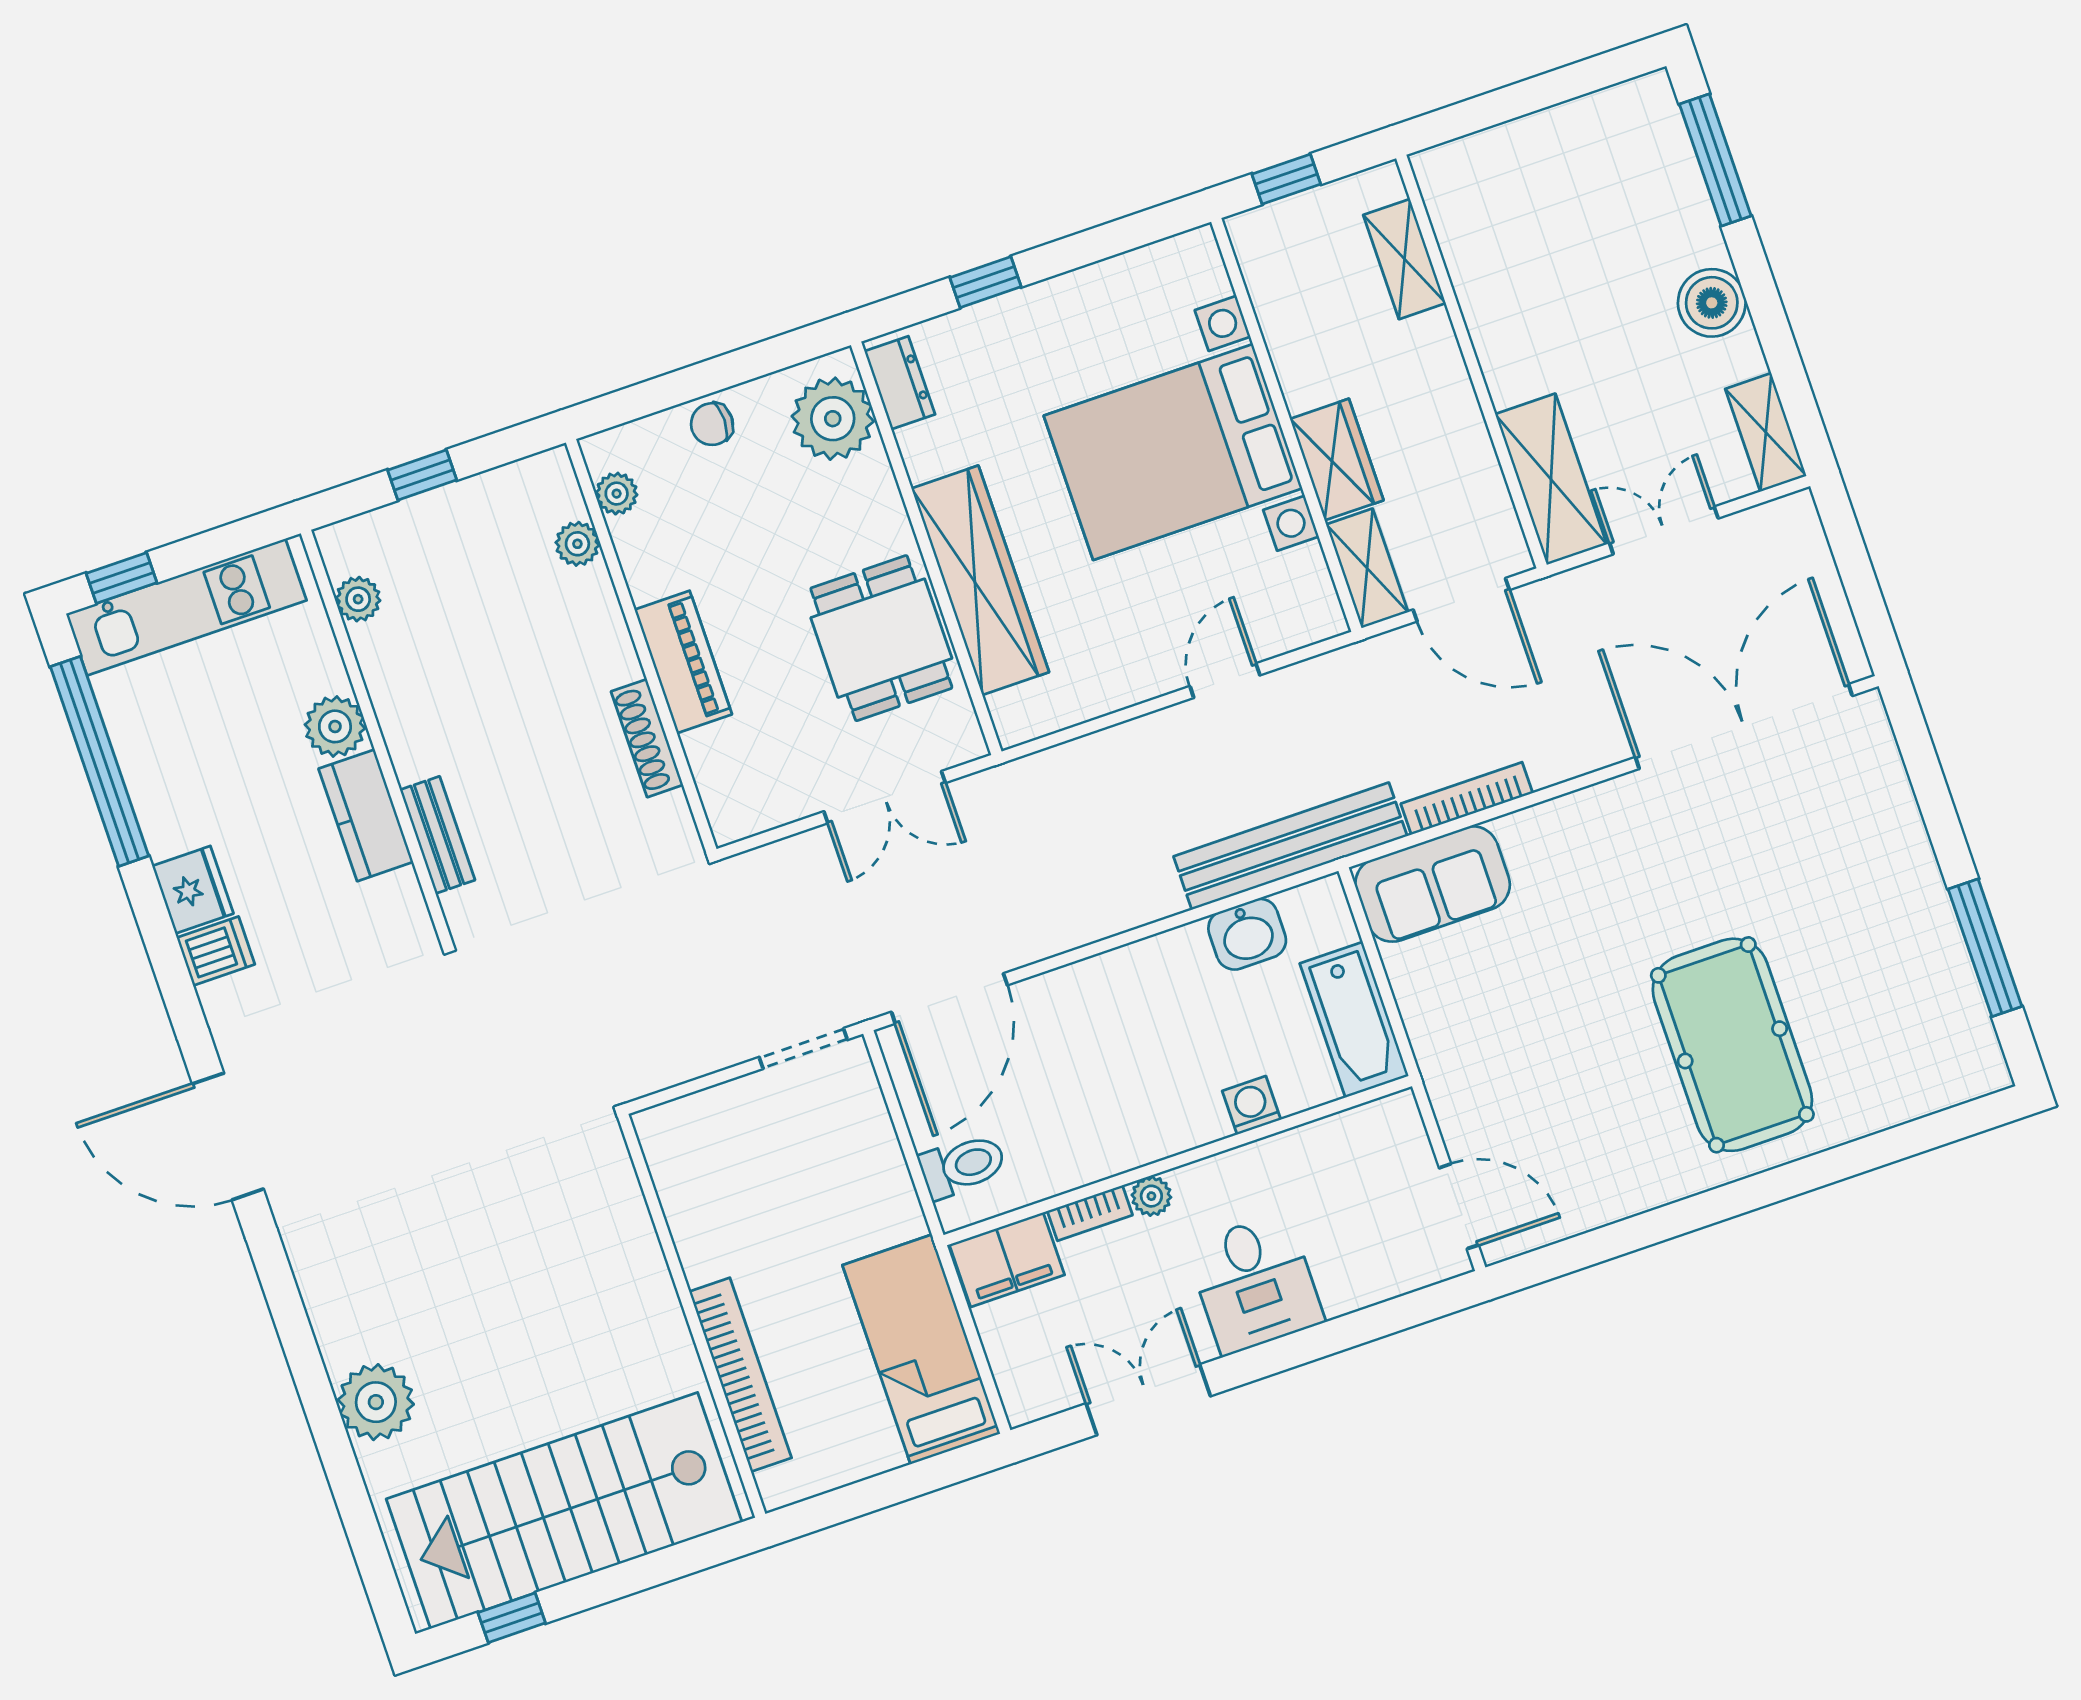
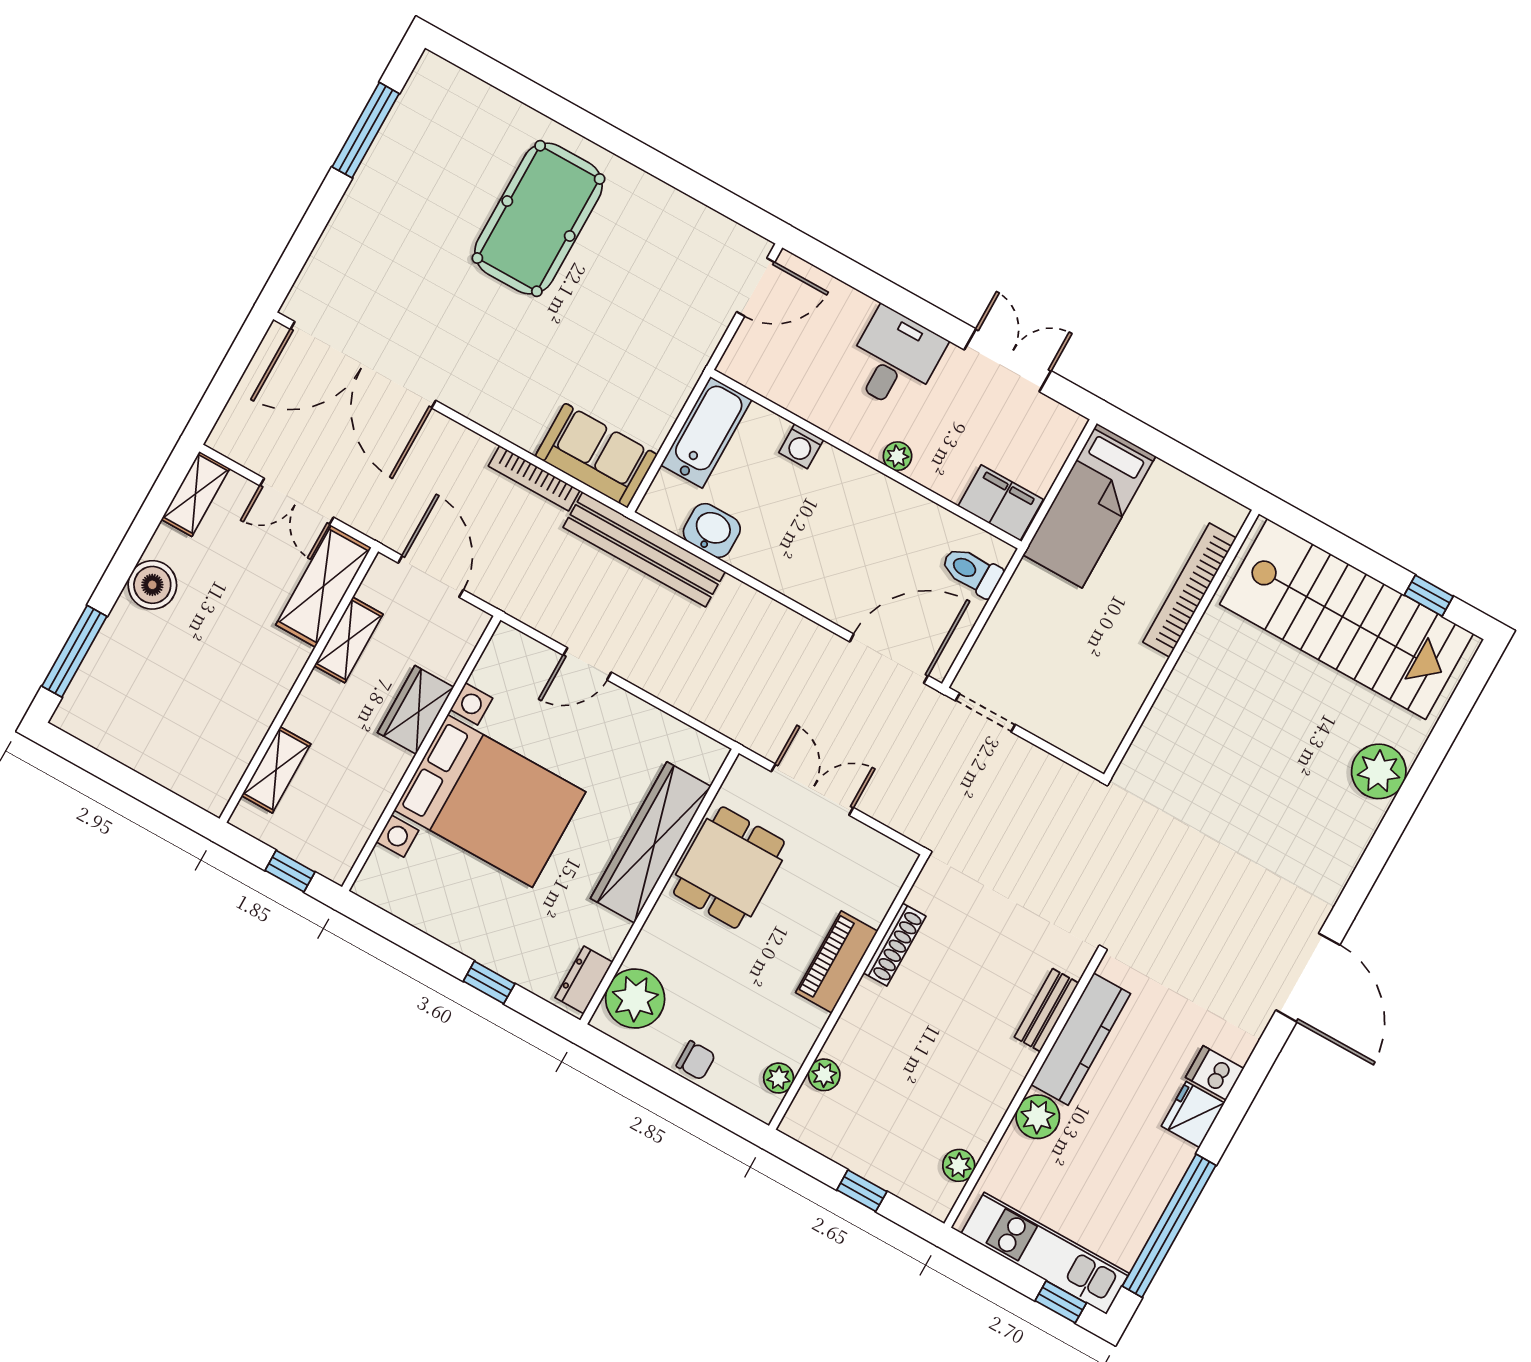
shelving: (1367, 568) -> (349, 640), moved
kitchen counter: (366, 815) -> (1081, 1039), width x1.50
door: (1459, 1206) -> (756, 287), swing flipped
bookcase: (1090, 1213) -> (936, 481), removed
double door: (1148, 1400) -> (1008, 360), swing flipped

